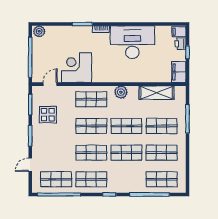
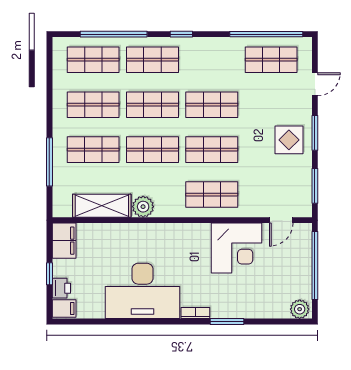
plant: (121, 92) -> (143, 207), moved
display table: (48, 115) -> (289, 140), moved
shop shelf: (91, 179) -> (152, 60), moved

